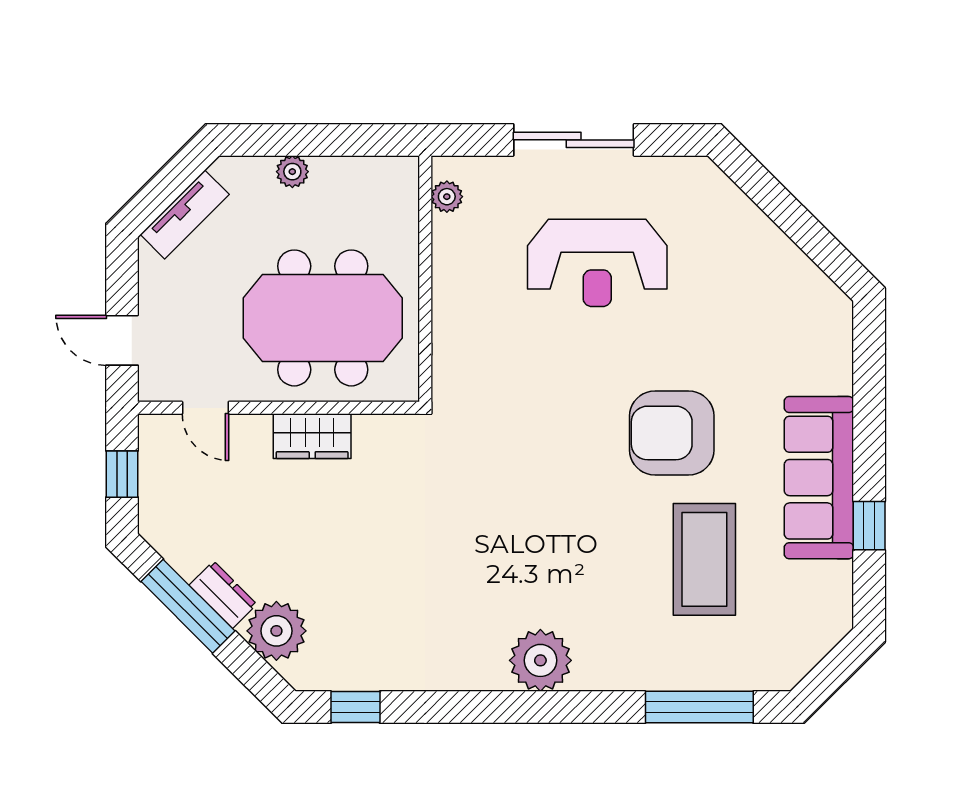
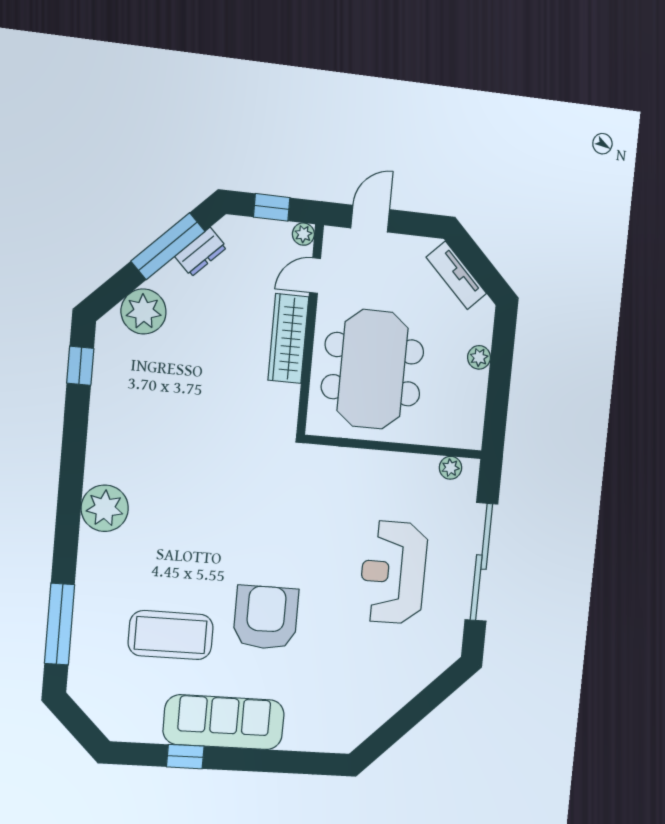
sliding door: (574, 140) -> (481, 562), width x1.36
plant: (152, 428) -> (303, 234), added
wardrobe: (312, 436) -> (288, 338), width x1.50
dresser: (223, 595) -> (201, 252), moved

